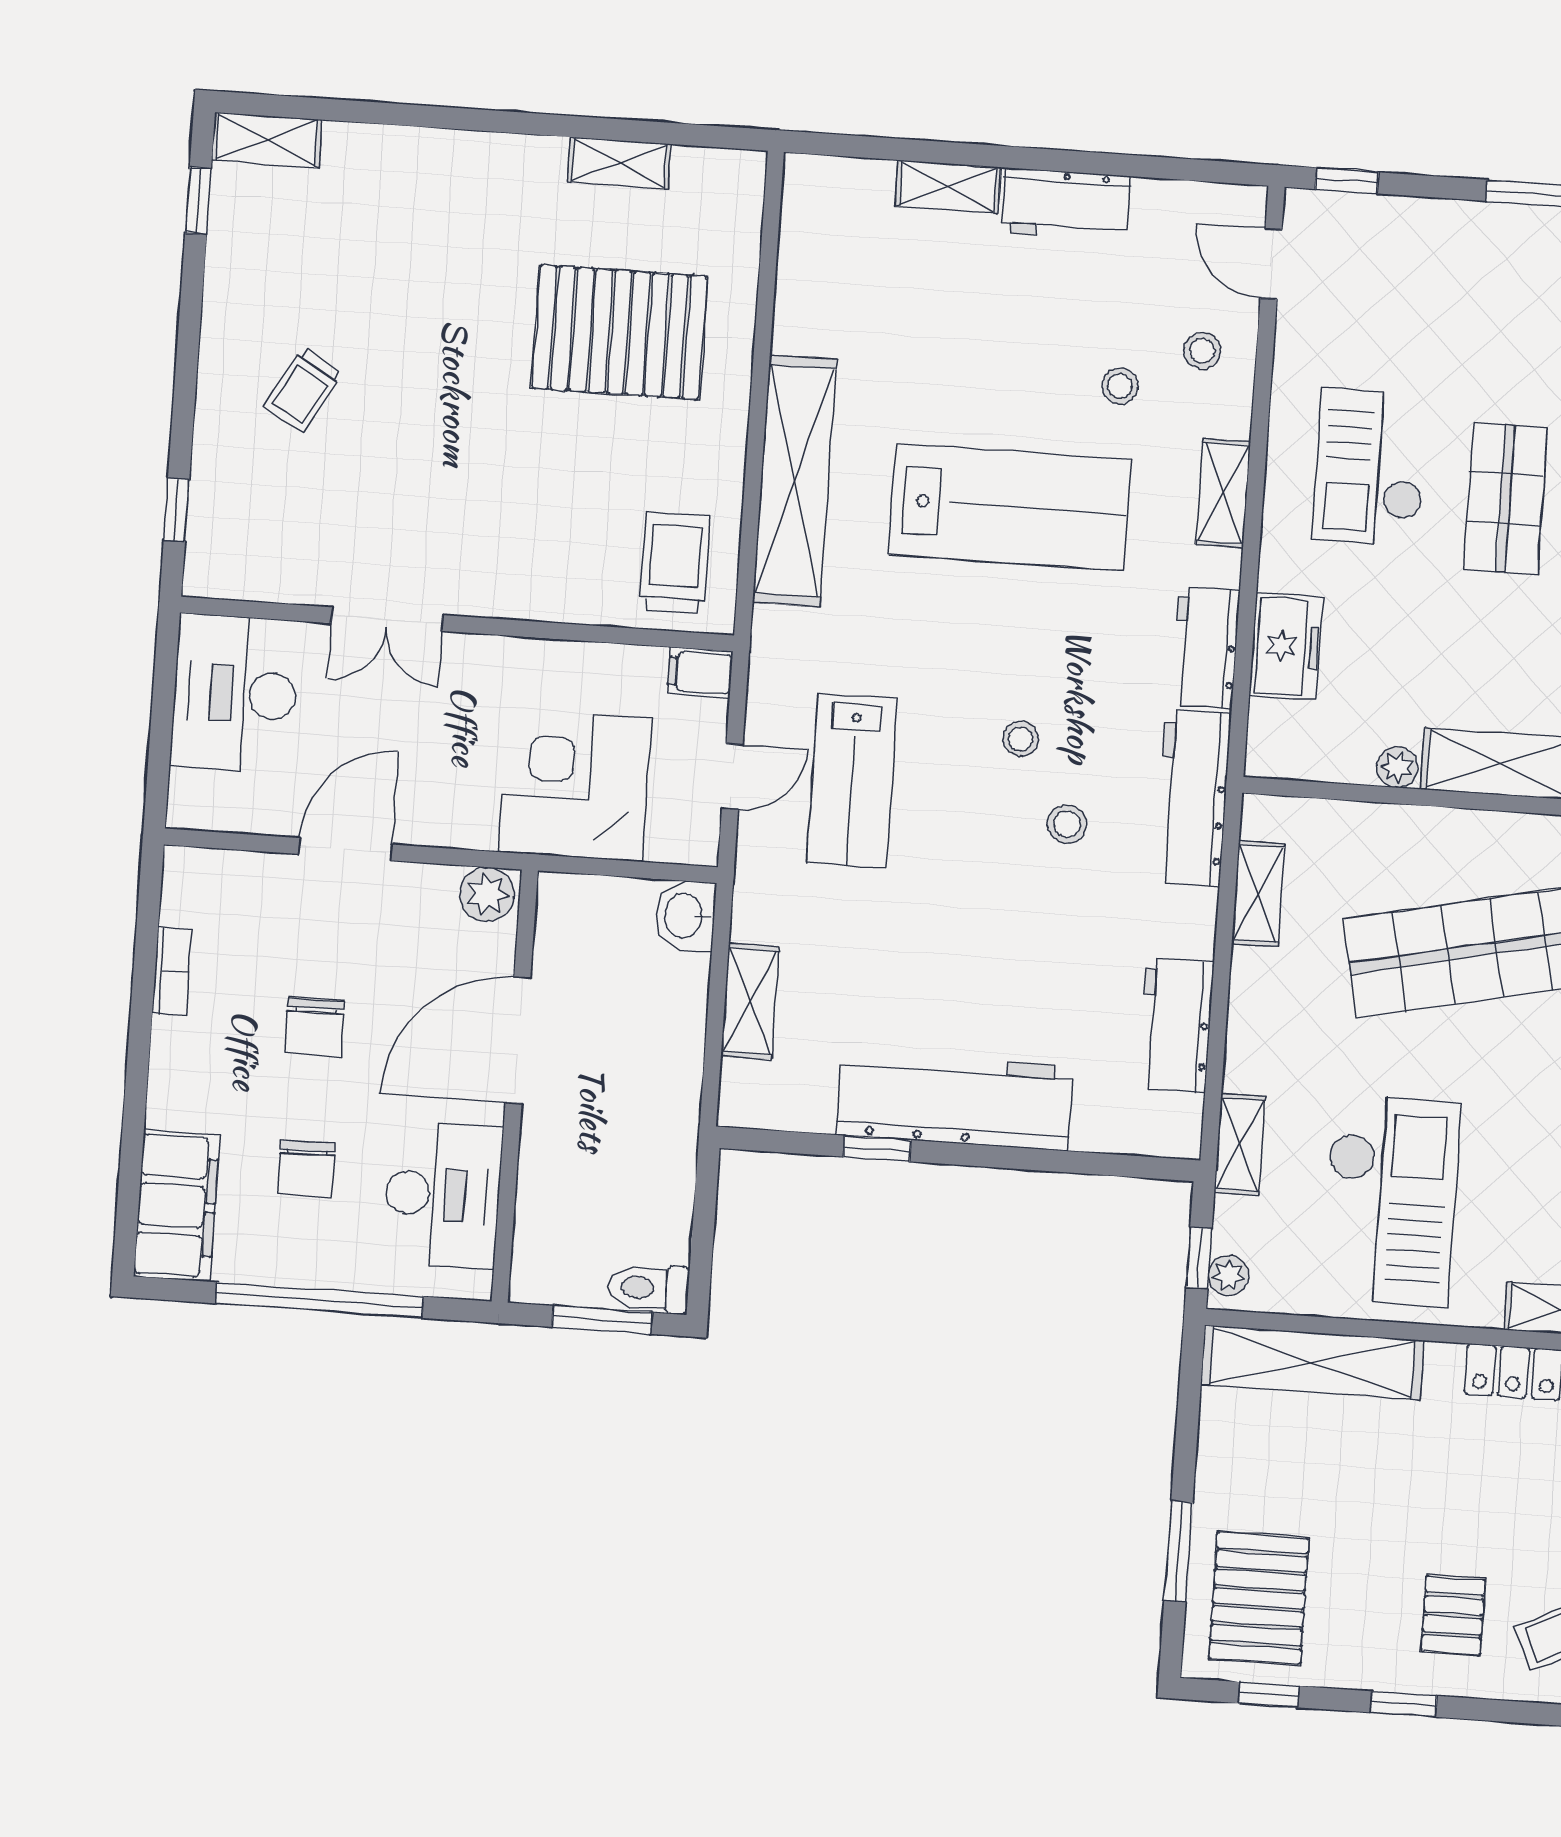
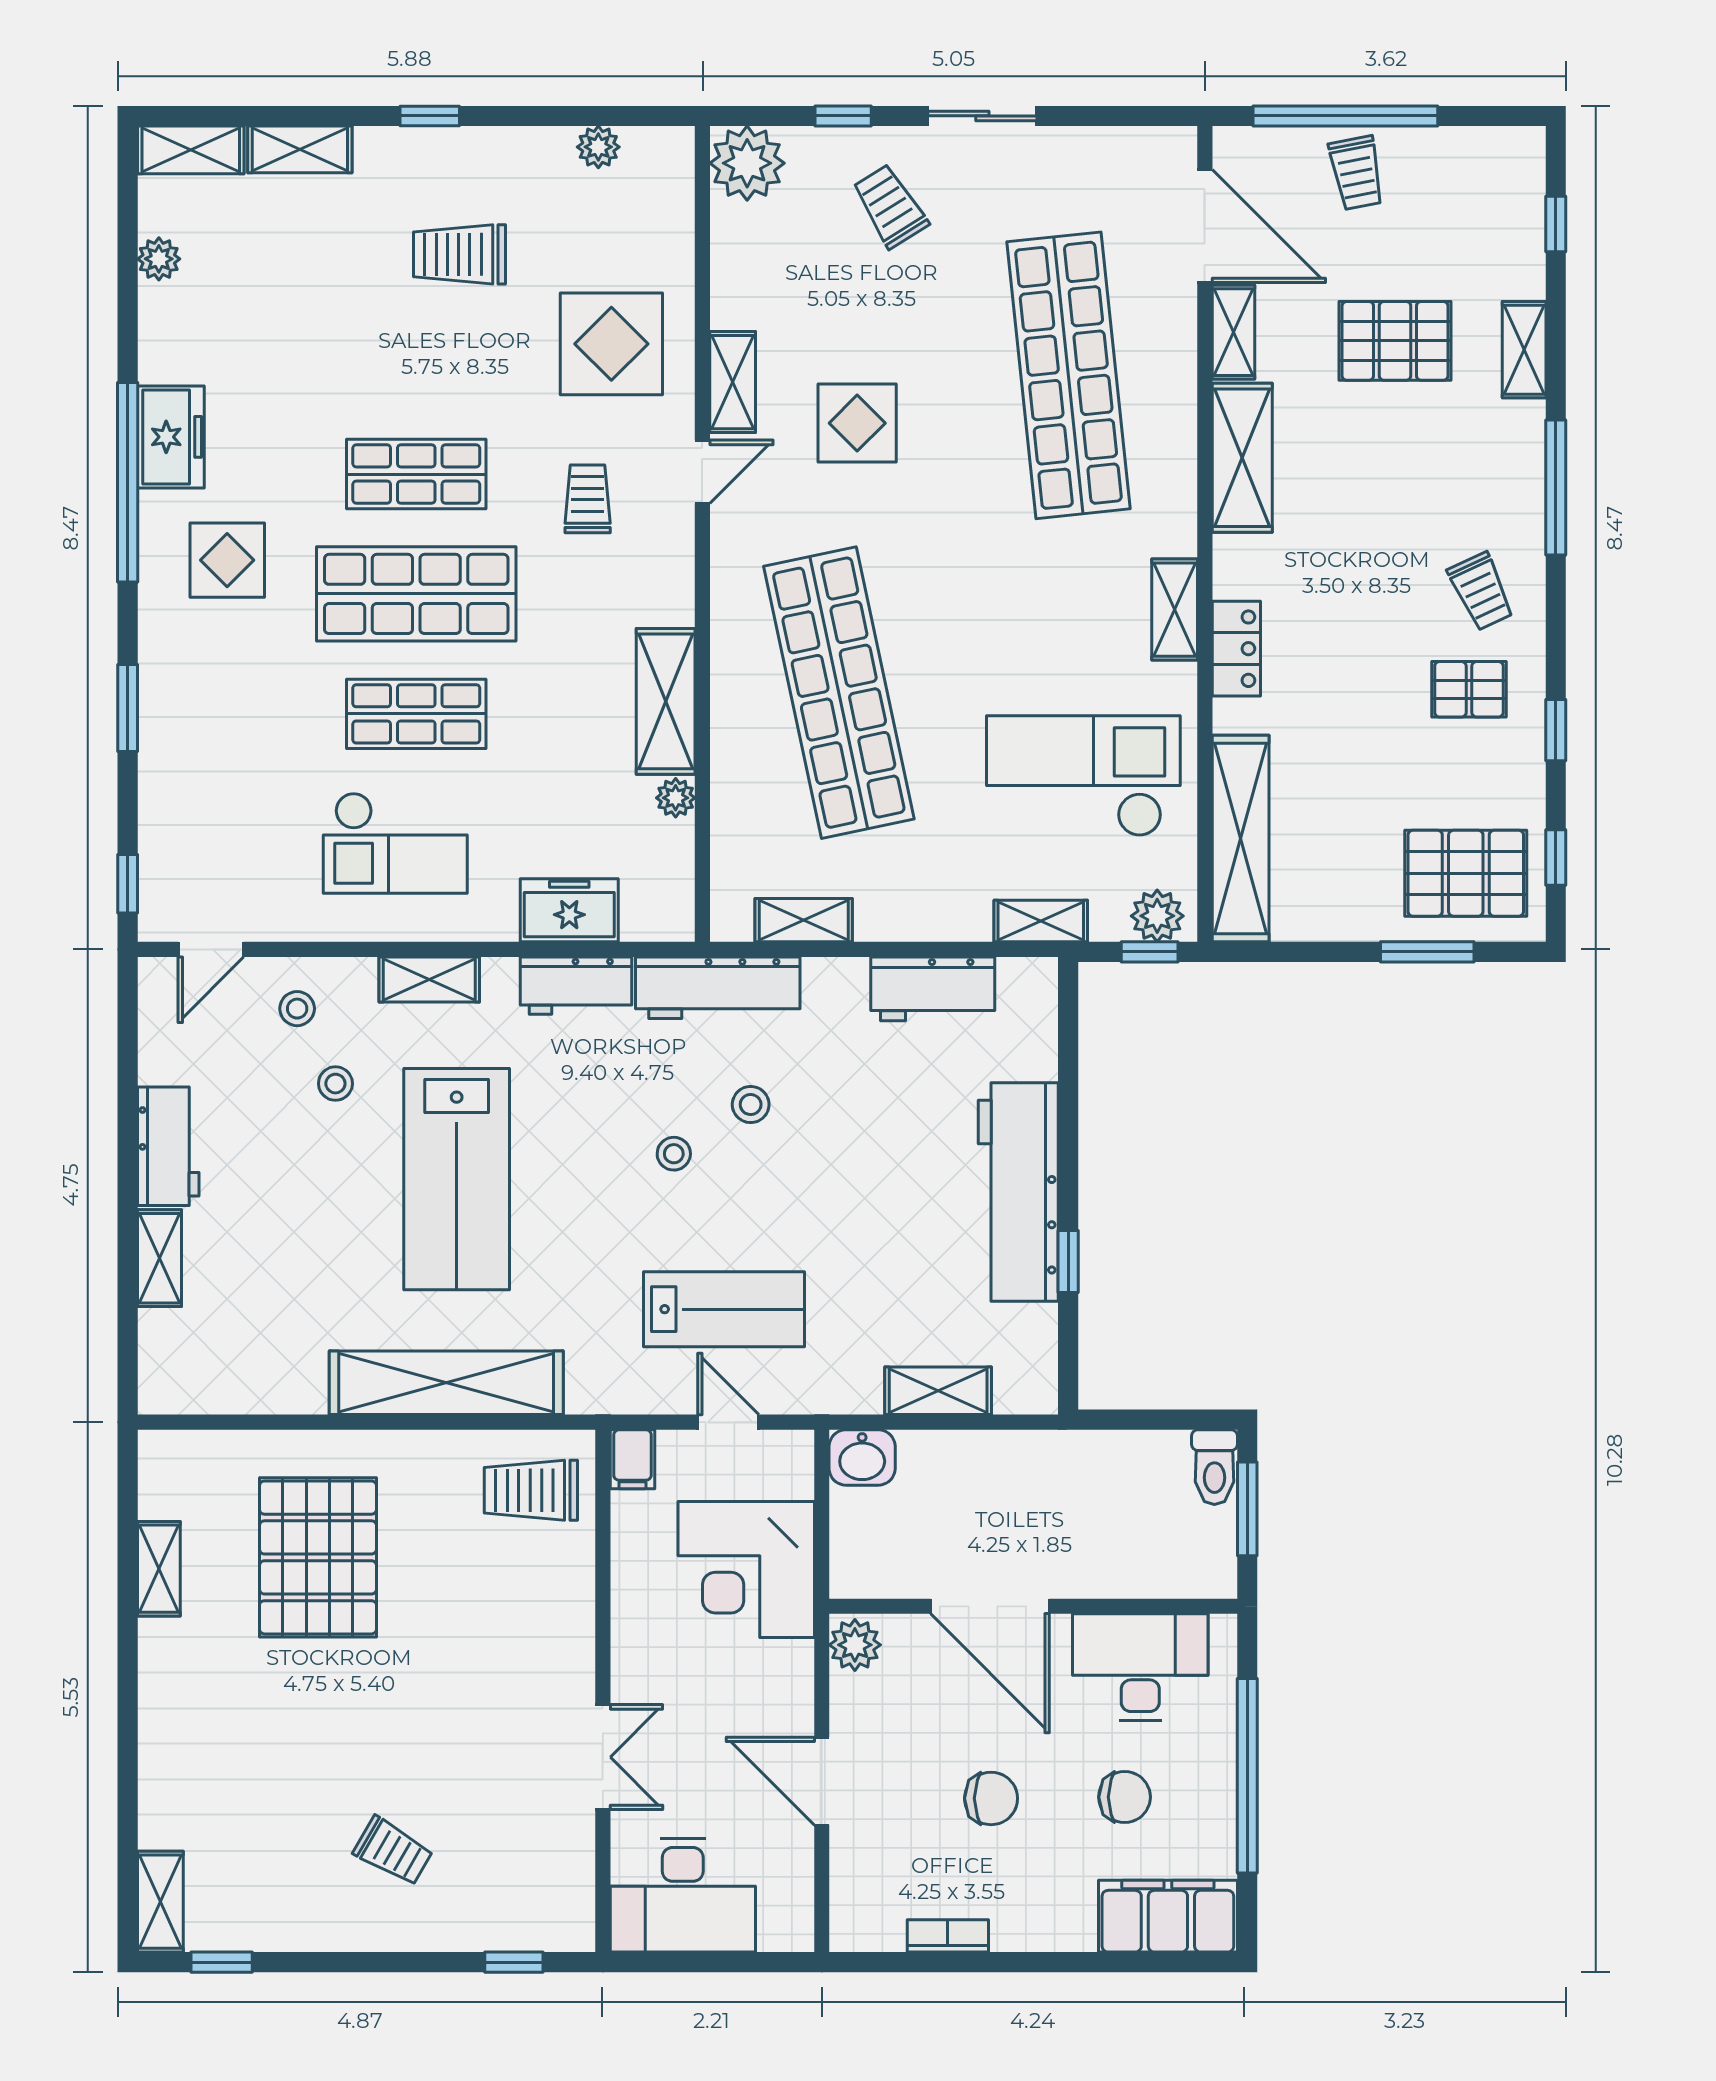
lab bench: (1010, 507) -> (457, 1179), turned 180
plant: (1228, 1275) -> (1157, 916), width x1.38, depth x1.38

